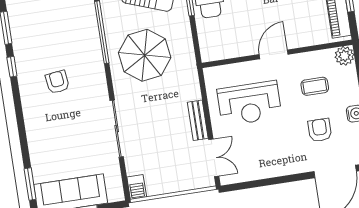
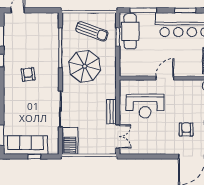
coffee table: (315, 86) -> (187, 102), removed
barbecue: (137, 187) -> (70, 141), width x1.88, depth x1.53

